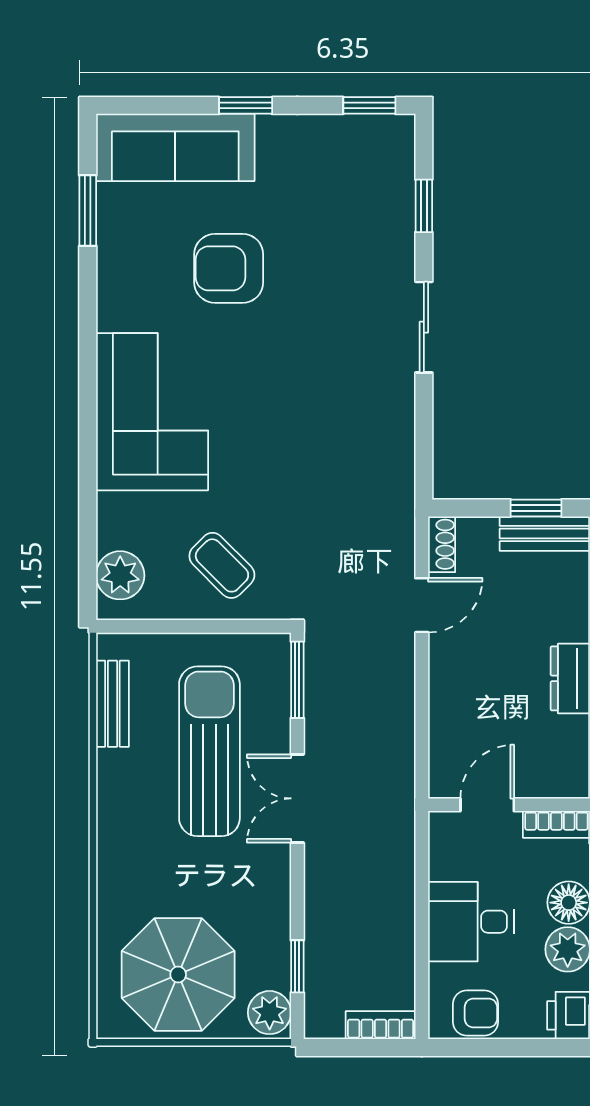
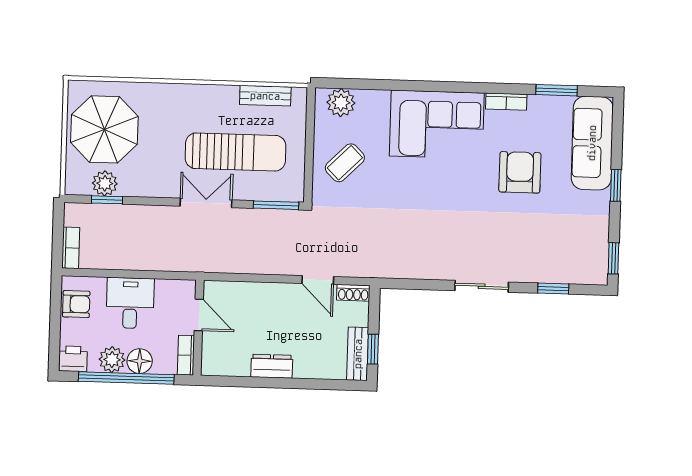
bookcase: (110, 295) -> (506, 102), added
plant: (270, 1013) -> (105, 183), moved
armchair: (476, 1013) -> (76, 304), turned -90

